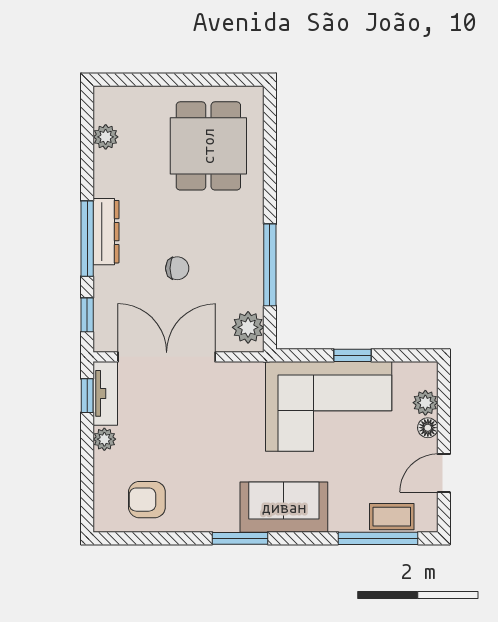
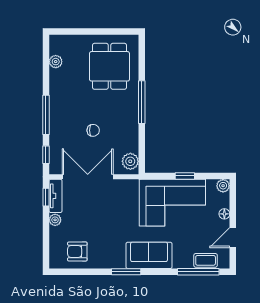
dresser: (106, 232) -> (56, 111), removed
window: (270, 265) -> (142, 102), moved
plant: (425, 403) -> (223, 186), moved

